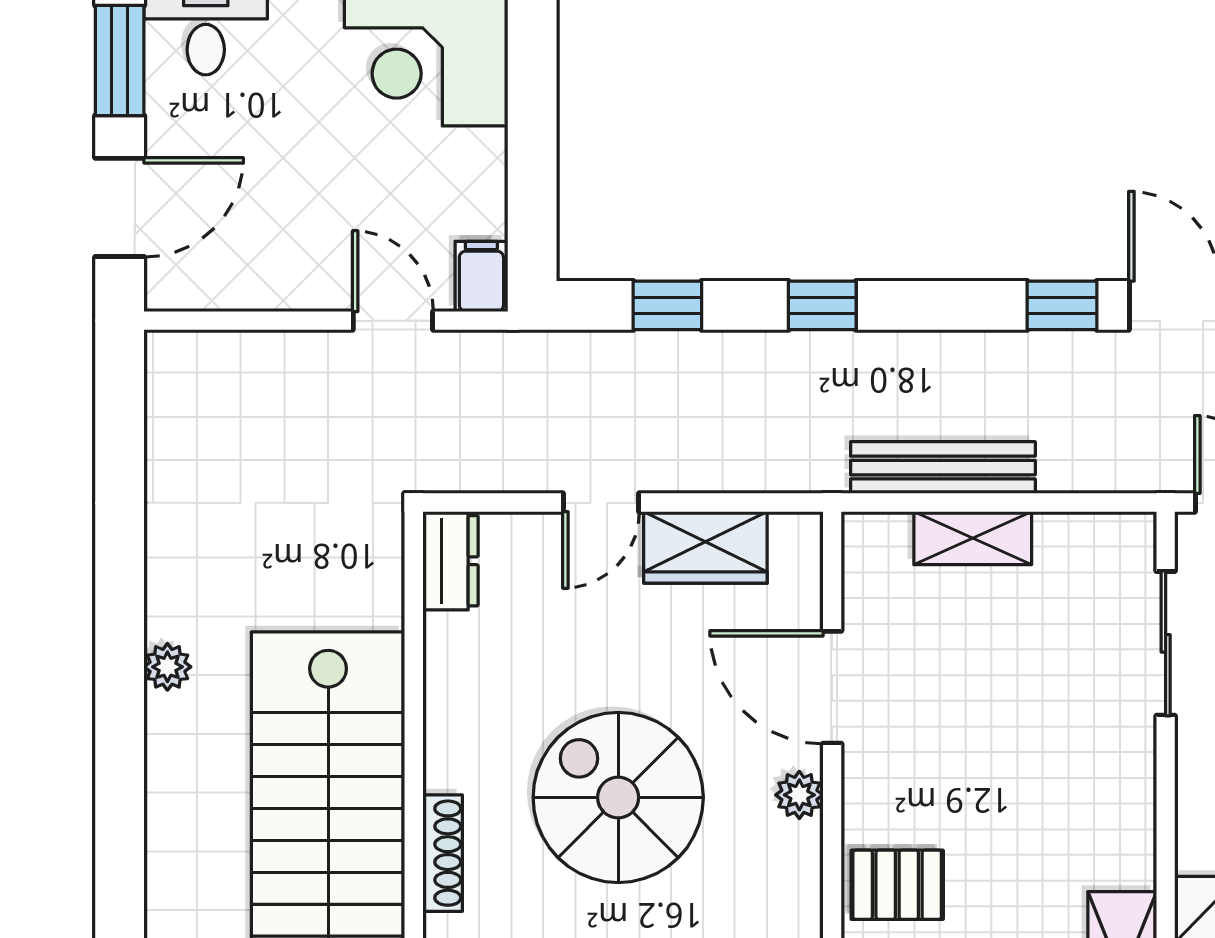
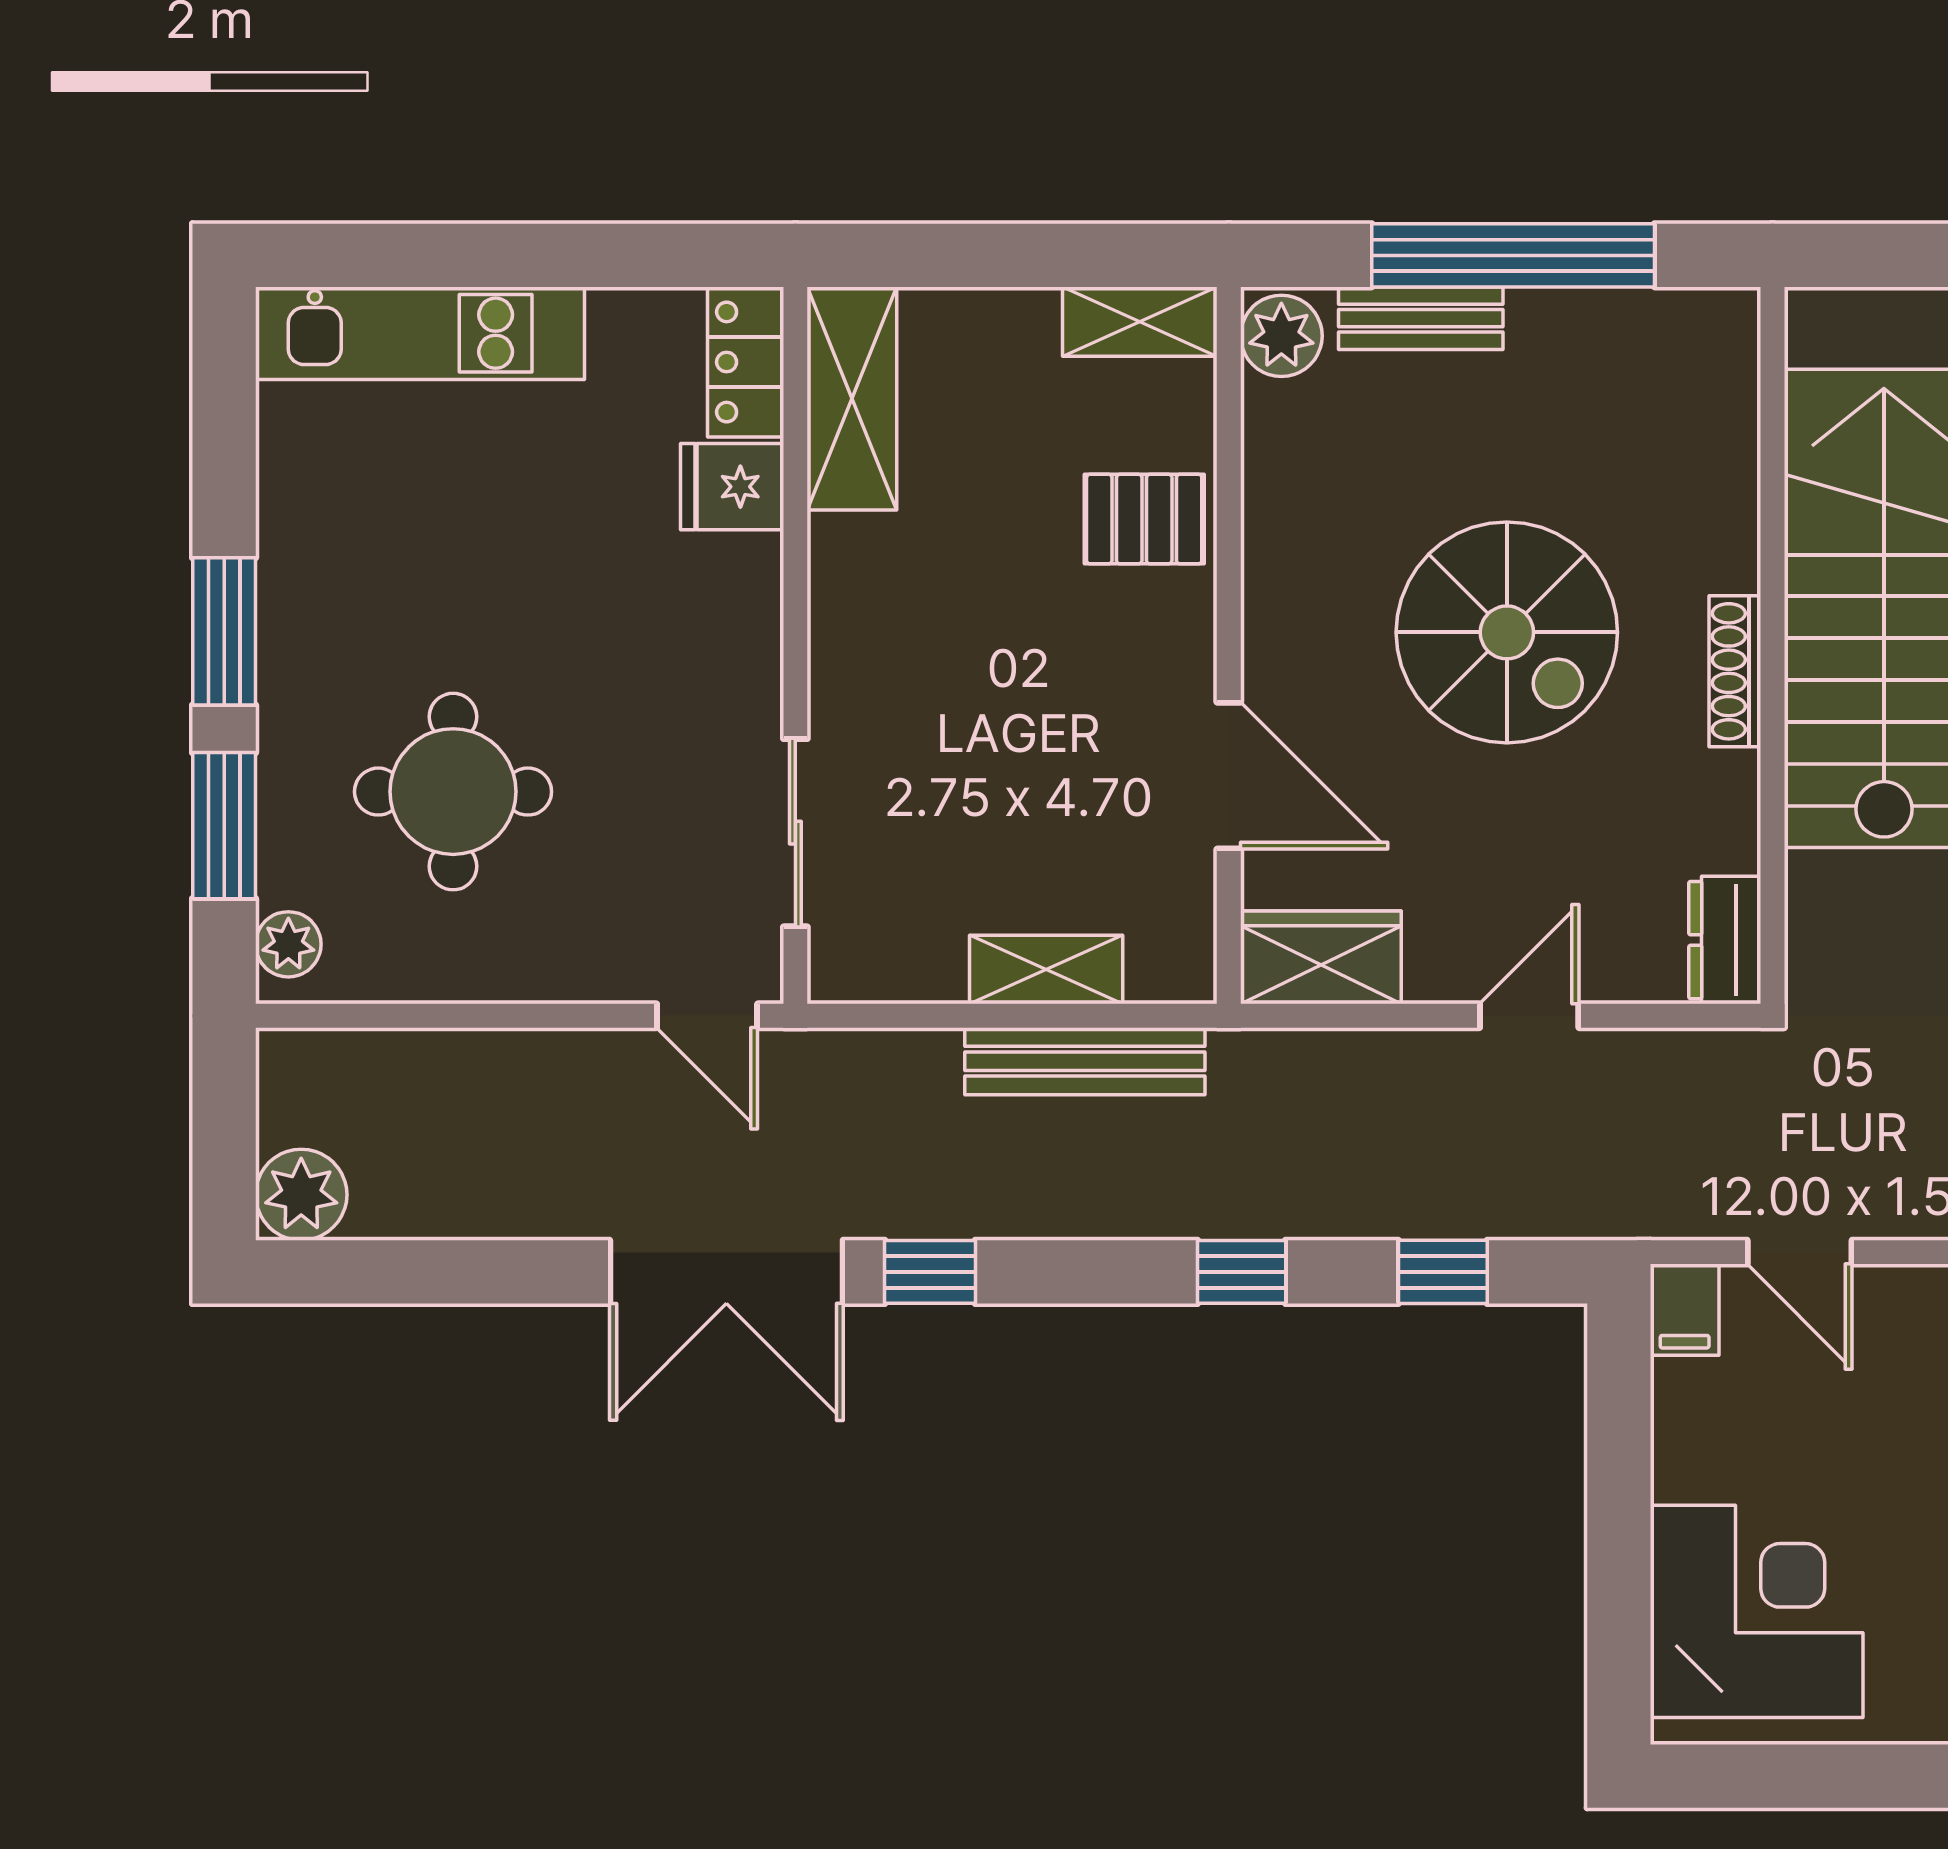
wardrobe: (705, 547) -> (1321, 957), moved
plant: (799, 795) -> (1271, 636), removed
shoe rack: (443, 853) -> (1735, 671), moved

